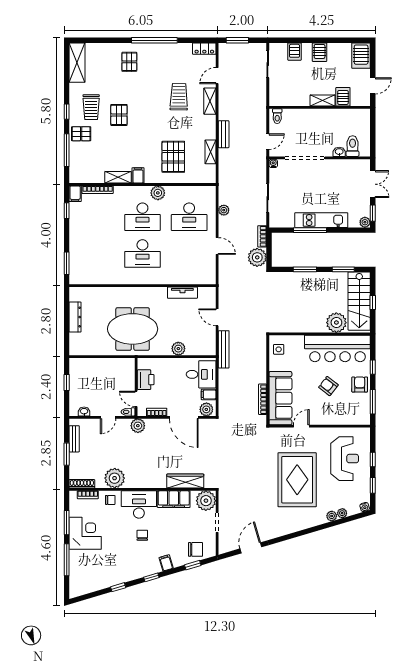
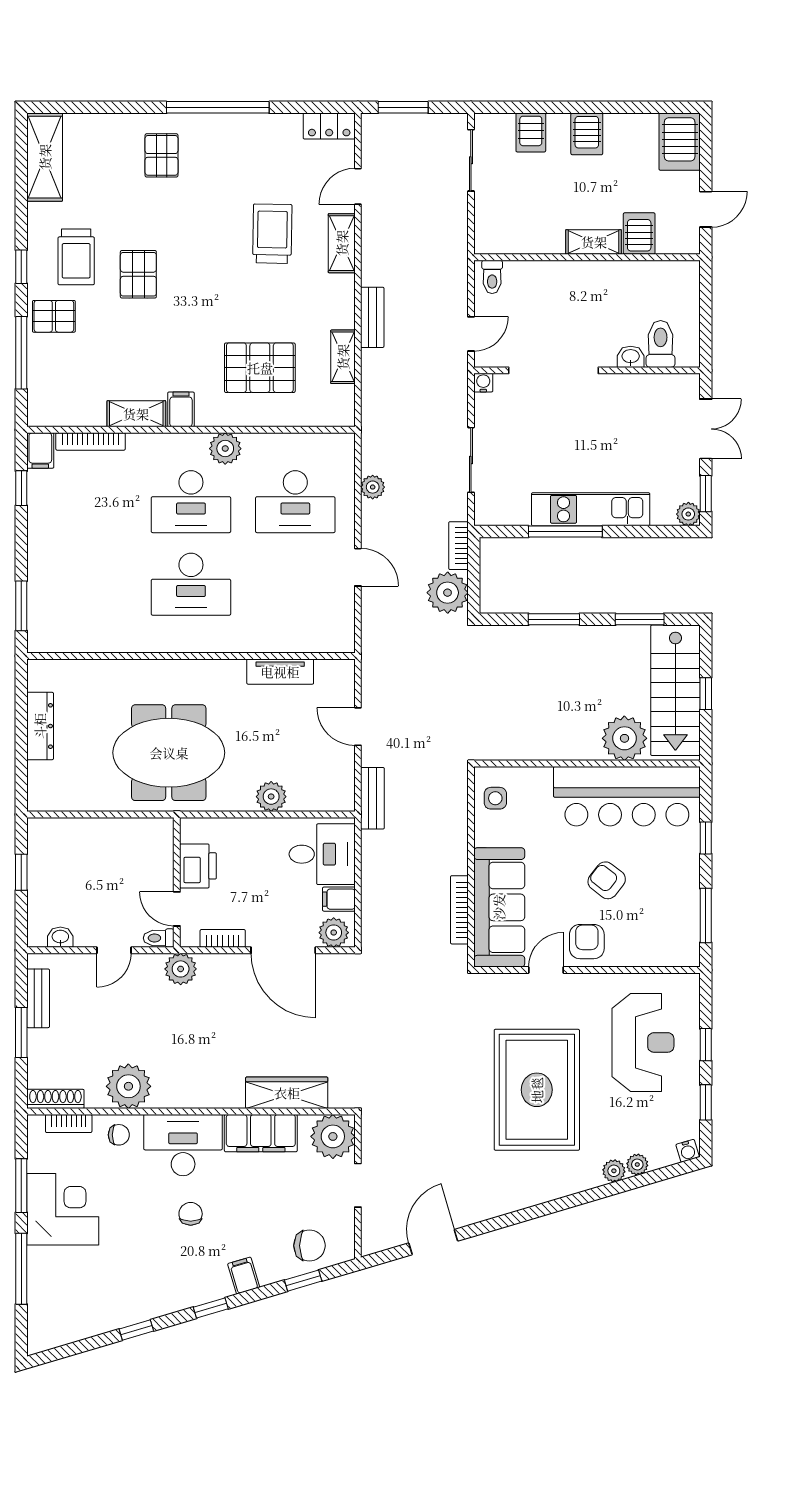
pallet: (173, 157) -> (260, 368), turned 90
bench: (224, 349) -> (372, 798), width x0.73
armchair: (360, 384) -> (587, 942), moved

